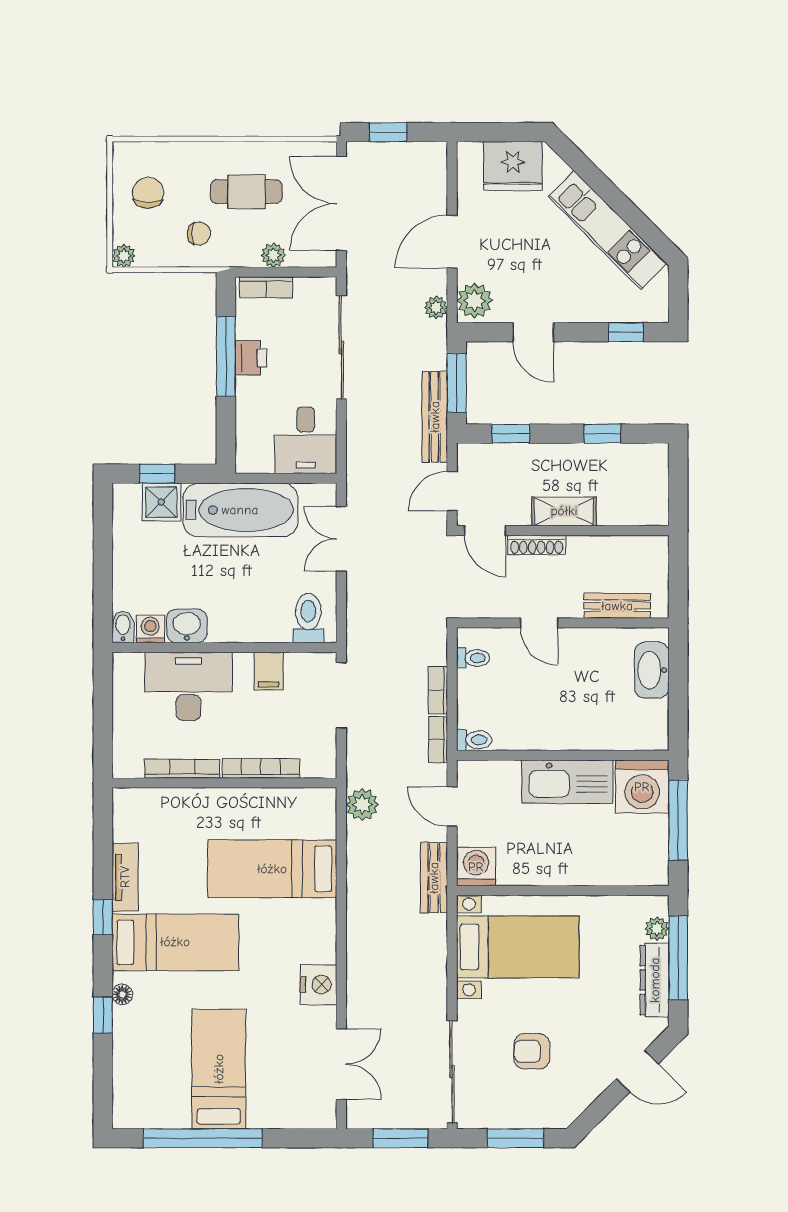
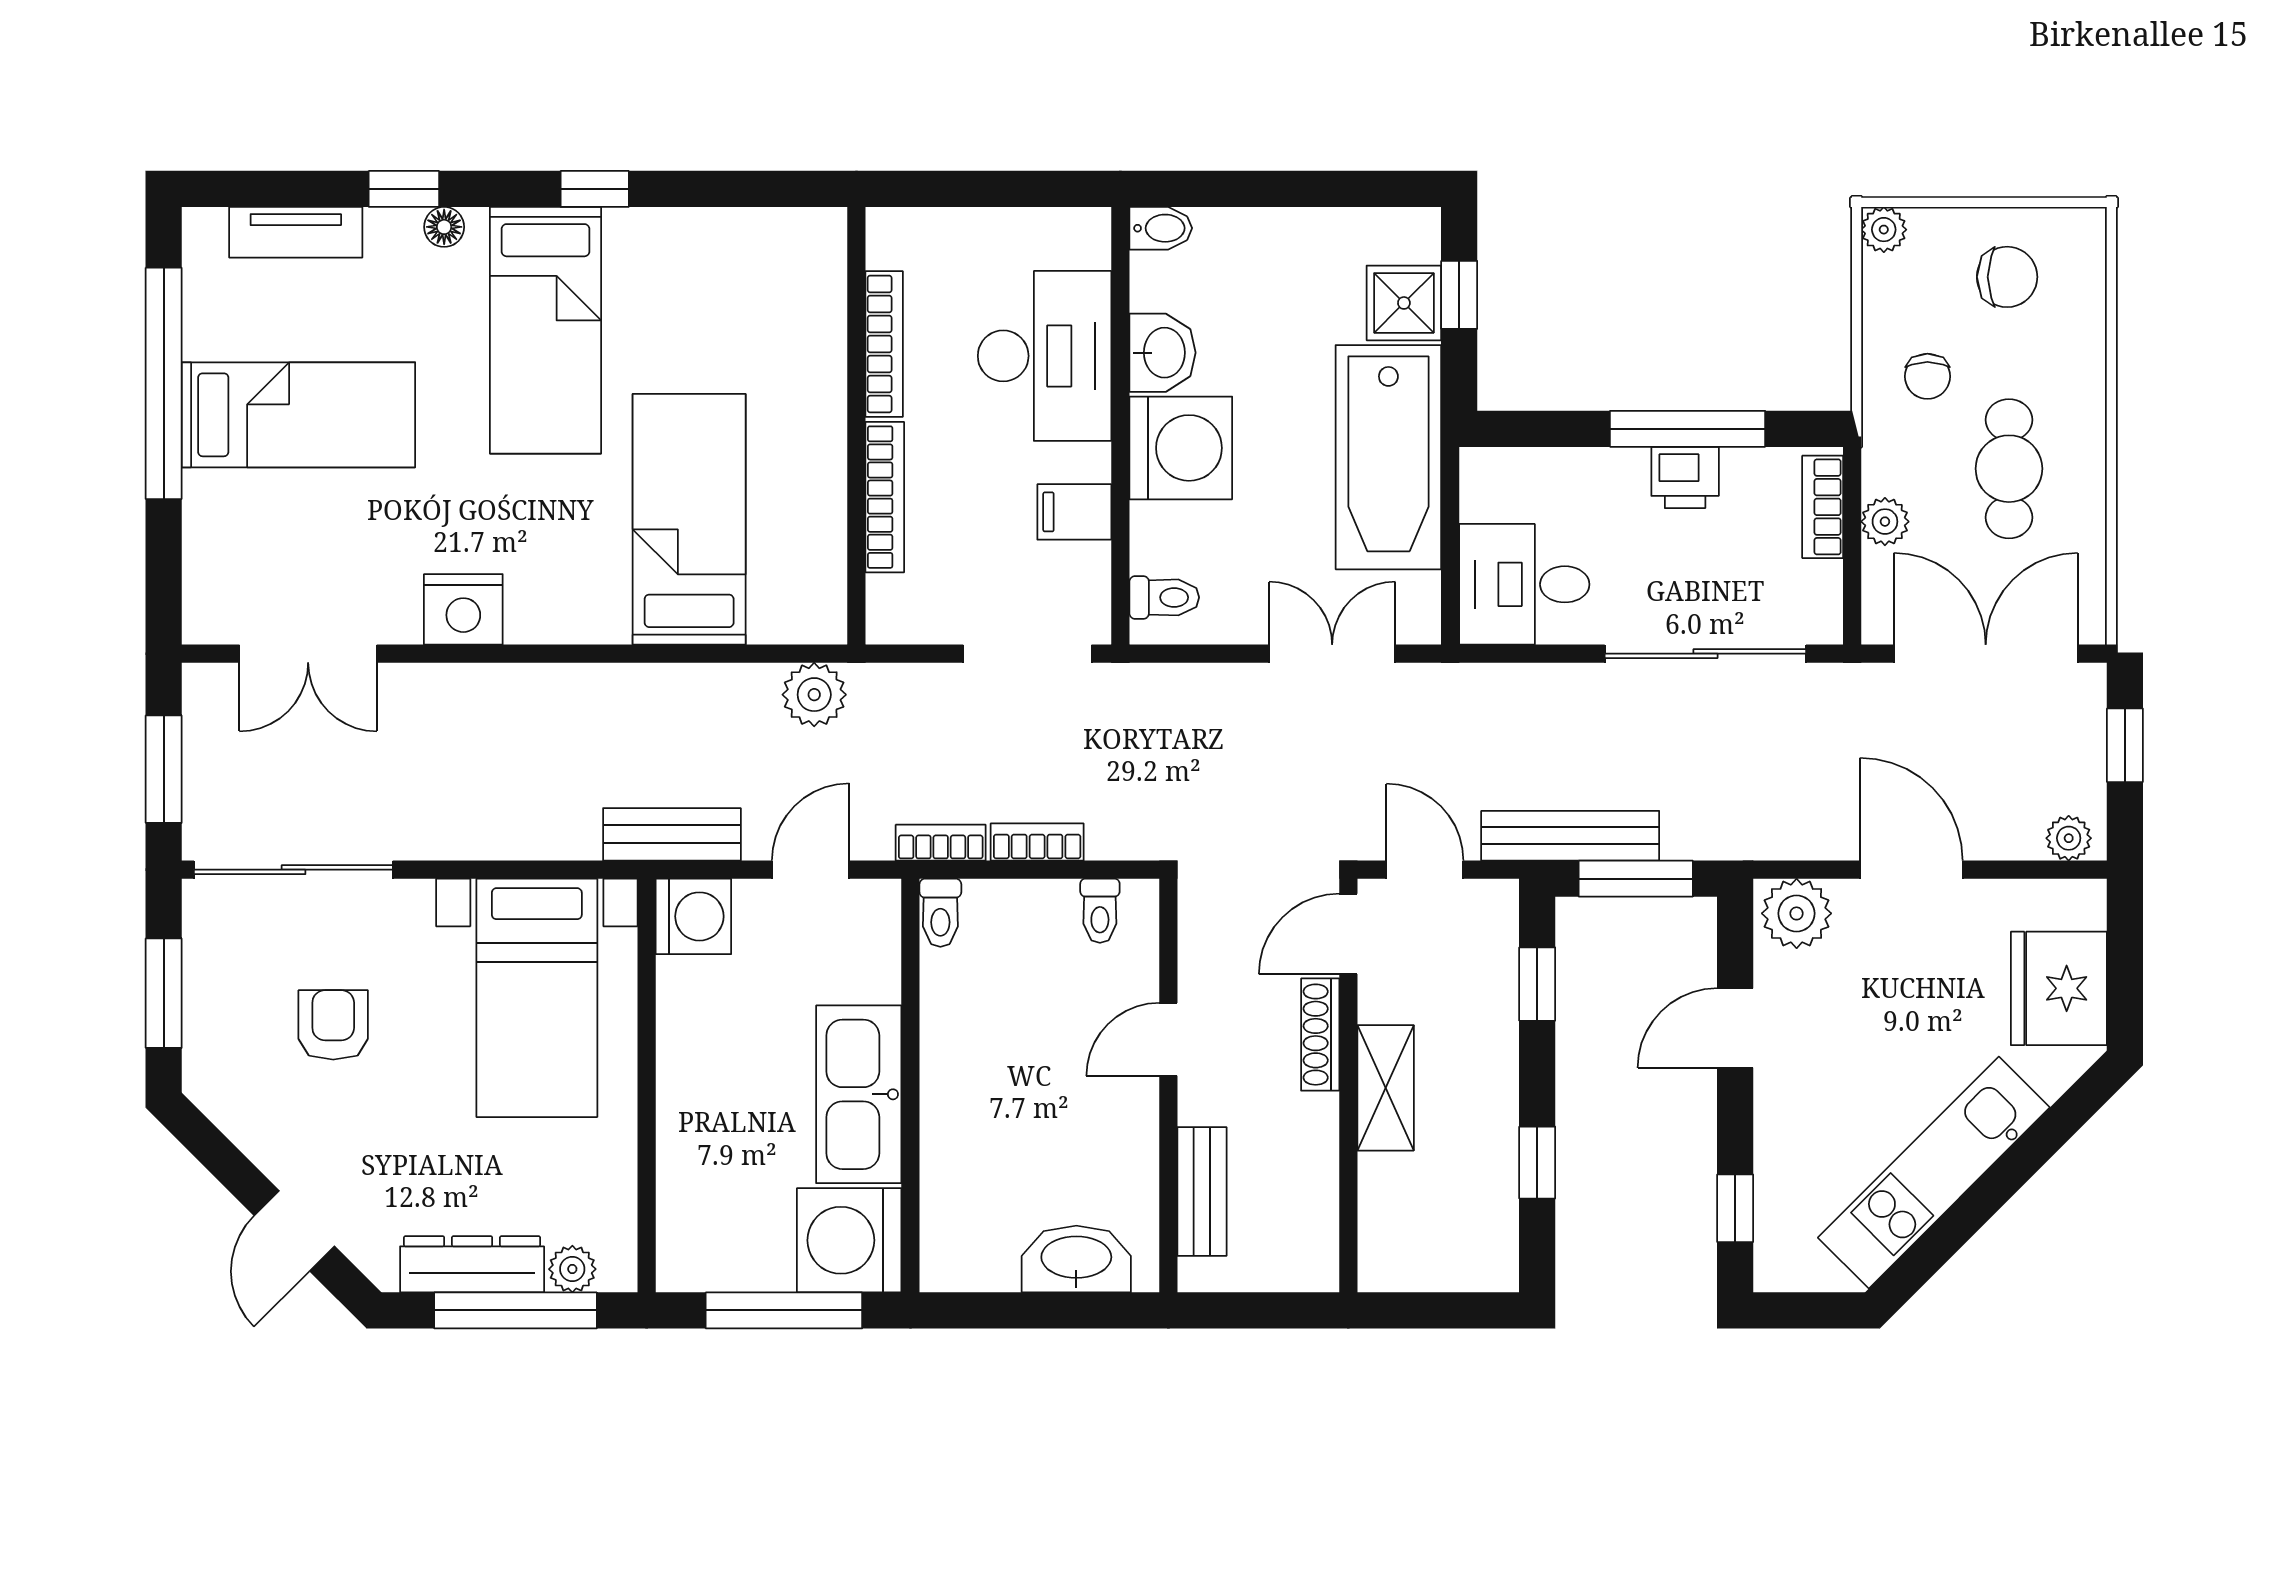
plant: (436, 308) -> (2069, 838), moved
toilet: (308, 618) -> (1164, 597), width x0.73, depth x0.72
washing machine: (150, 629) -> (1181, 448), moved, width x1.89, depth x1.89
tv unit: (125, 877) -> (296, 232), moved

